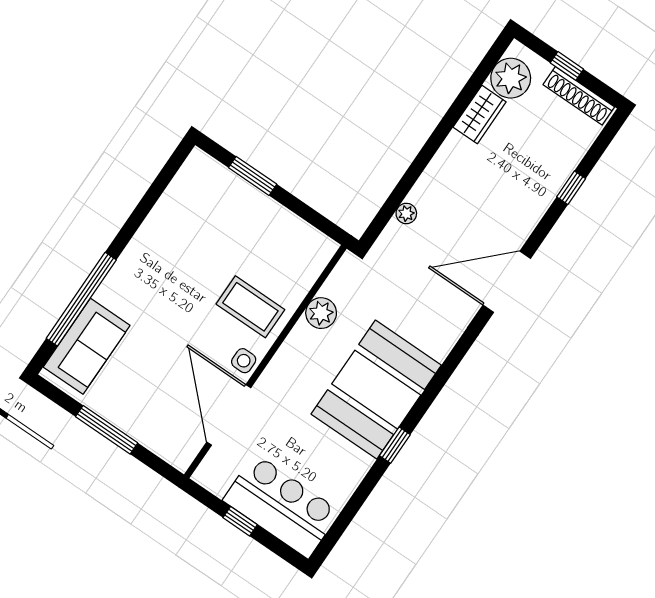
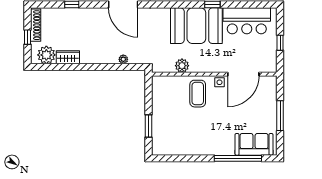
bar counter: (281, 506) -> (247, 21), moved, turned -90

